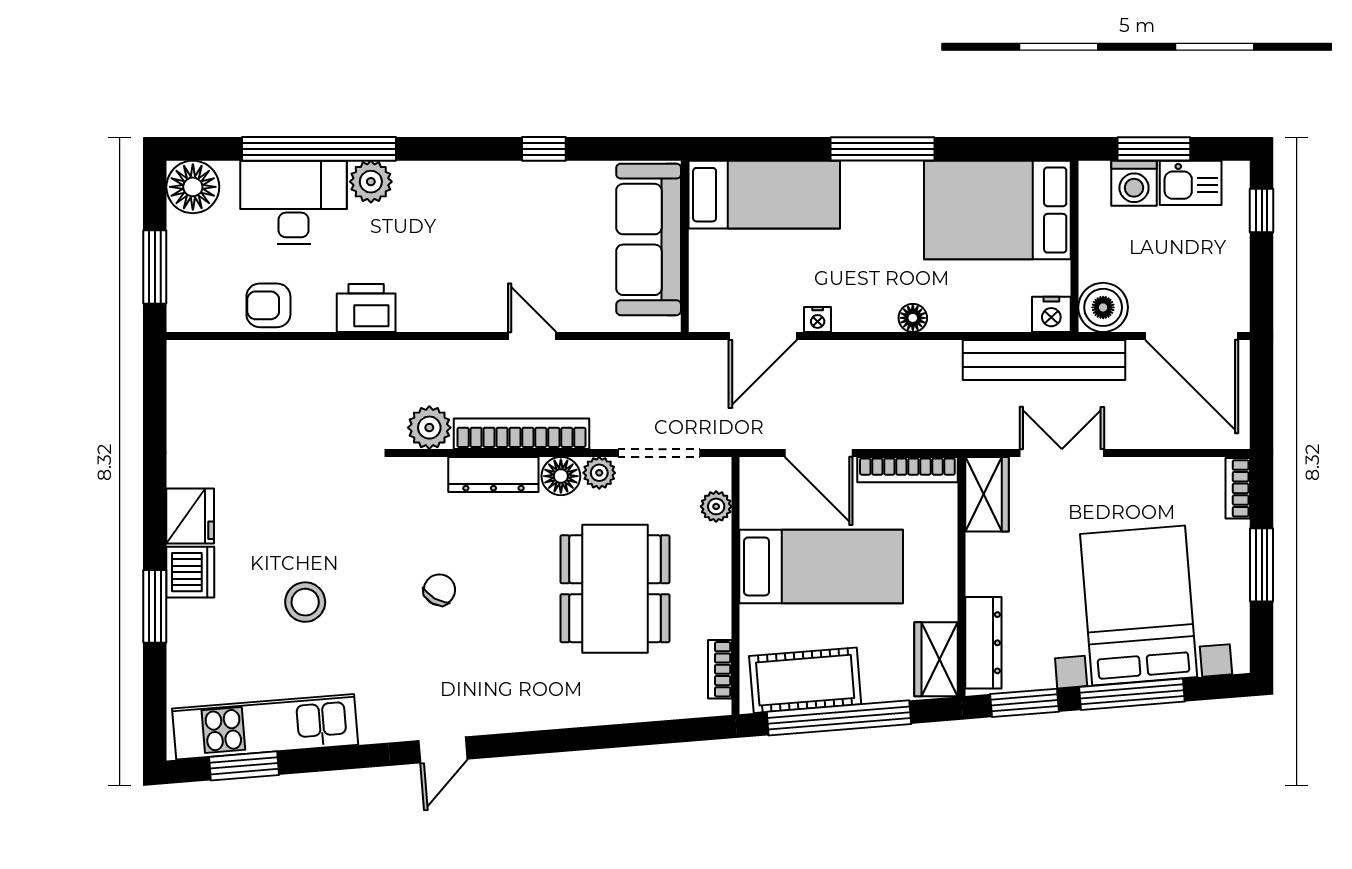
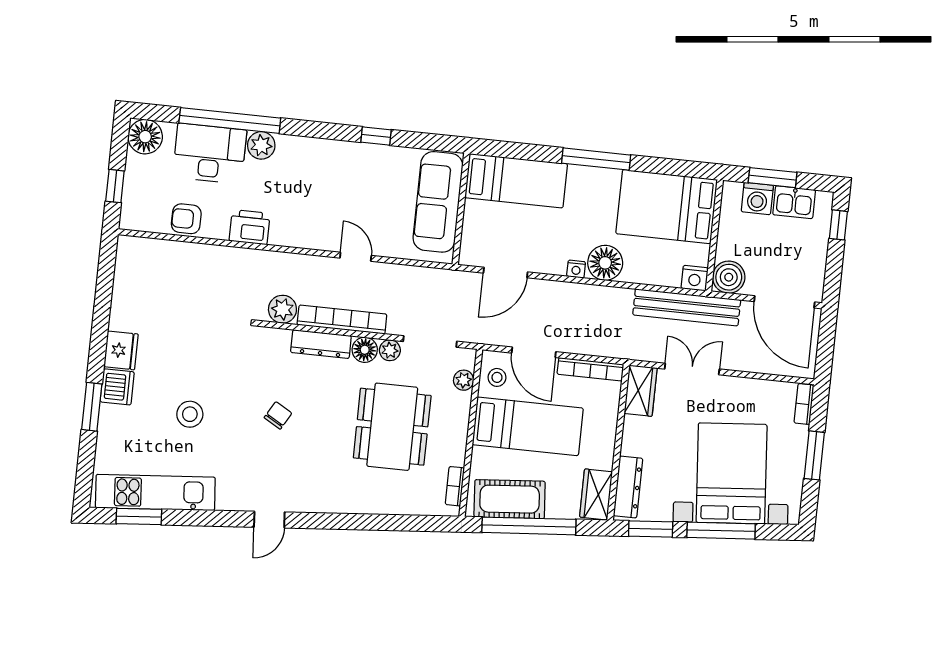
window: (155, 267) -> (115, 186), width x0.67
floor lamp: (913, 318) -> (605, 263), width x1.89, depth x1.89
nightstand: (818, 319) -> (576, 269), moved
stool: (767, 497) -> (497, 377), added

